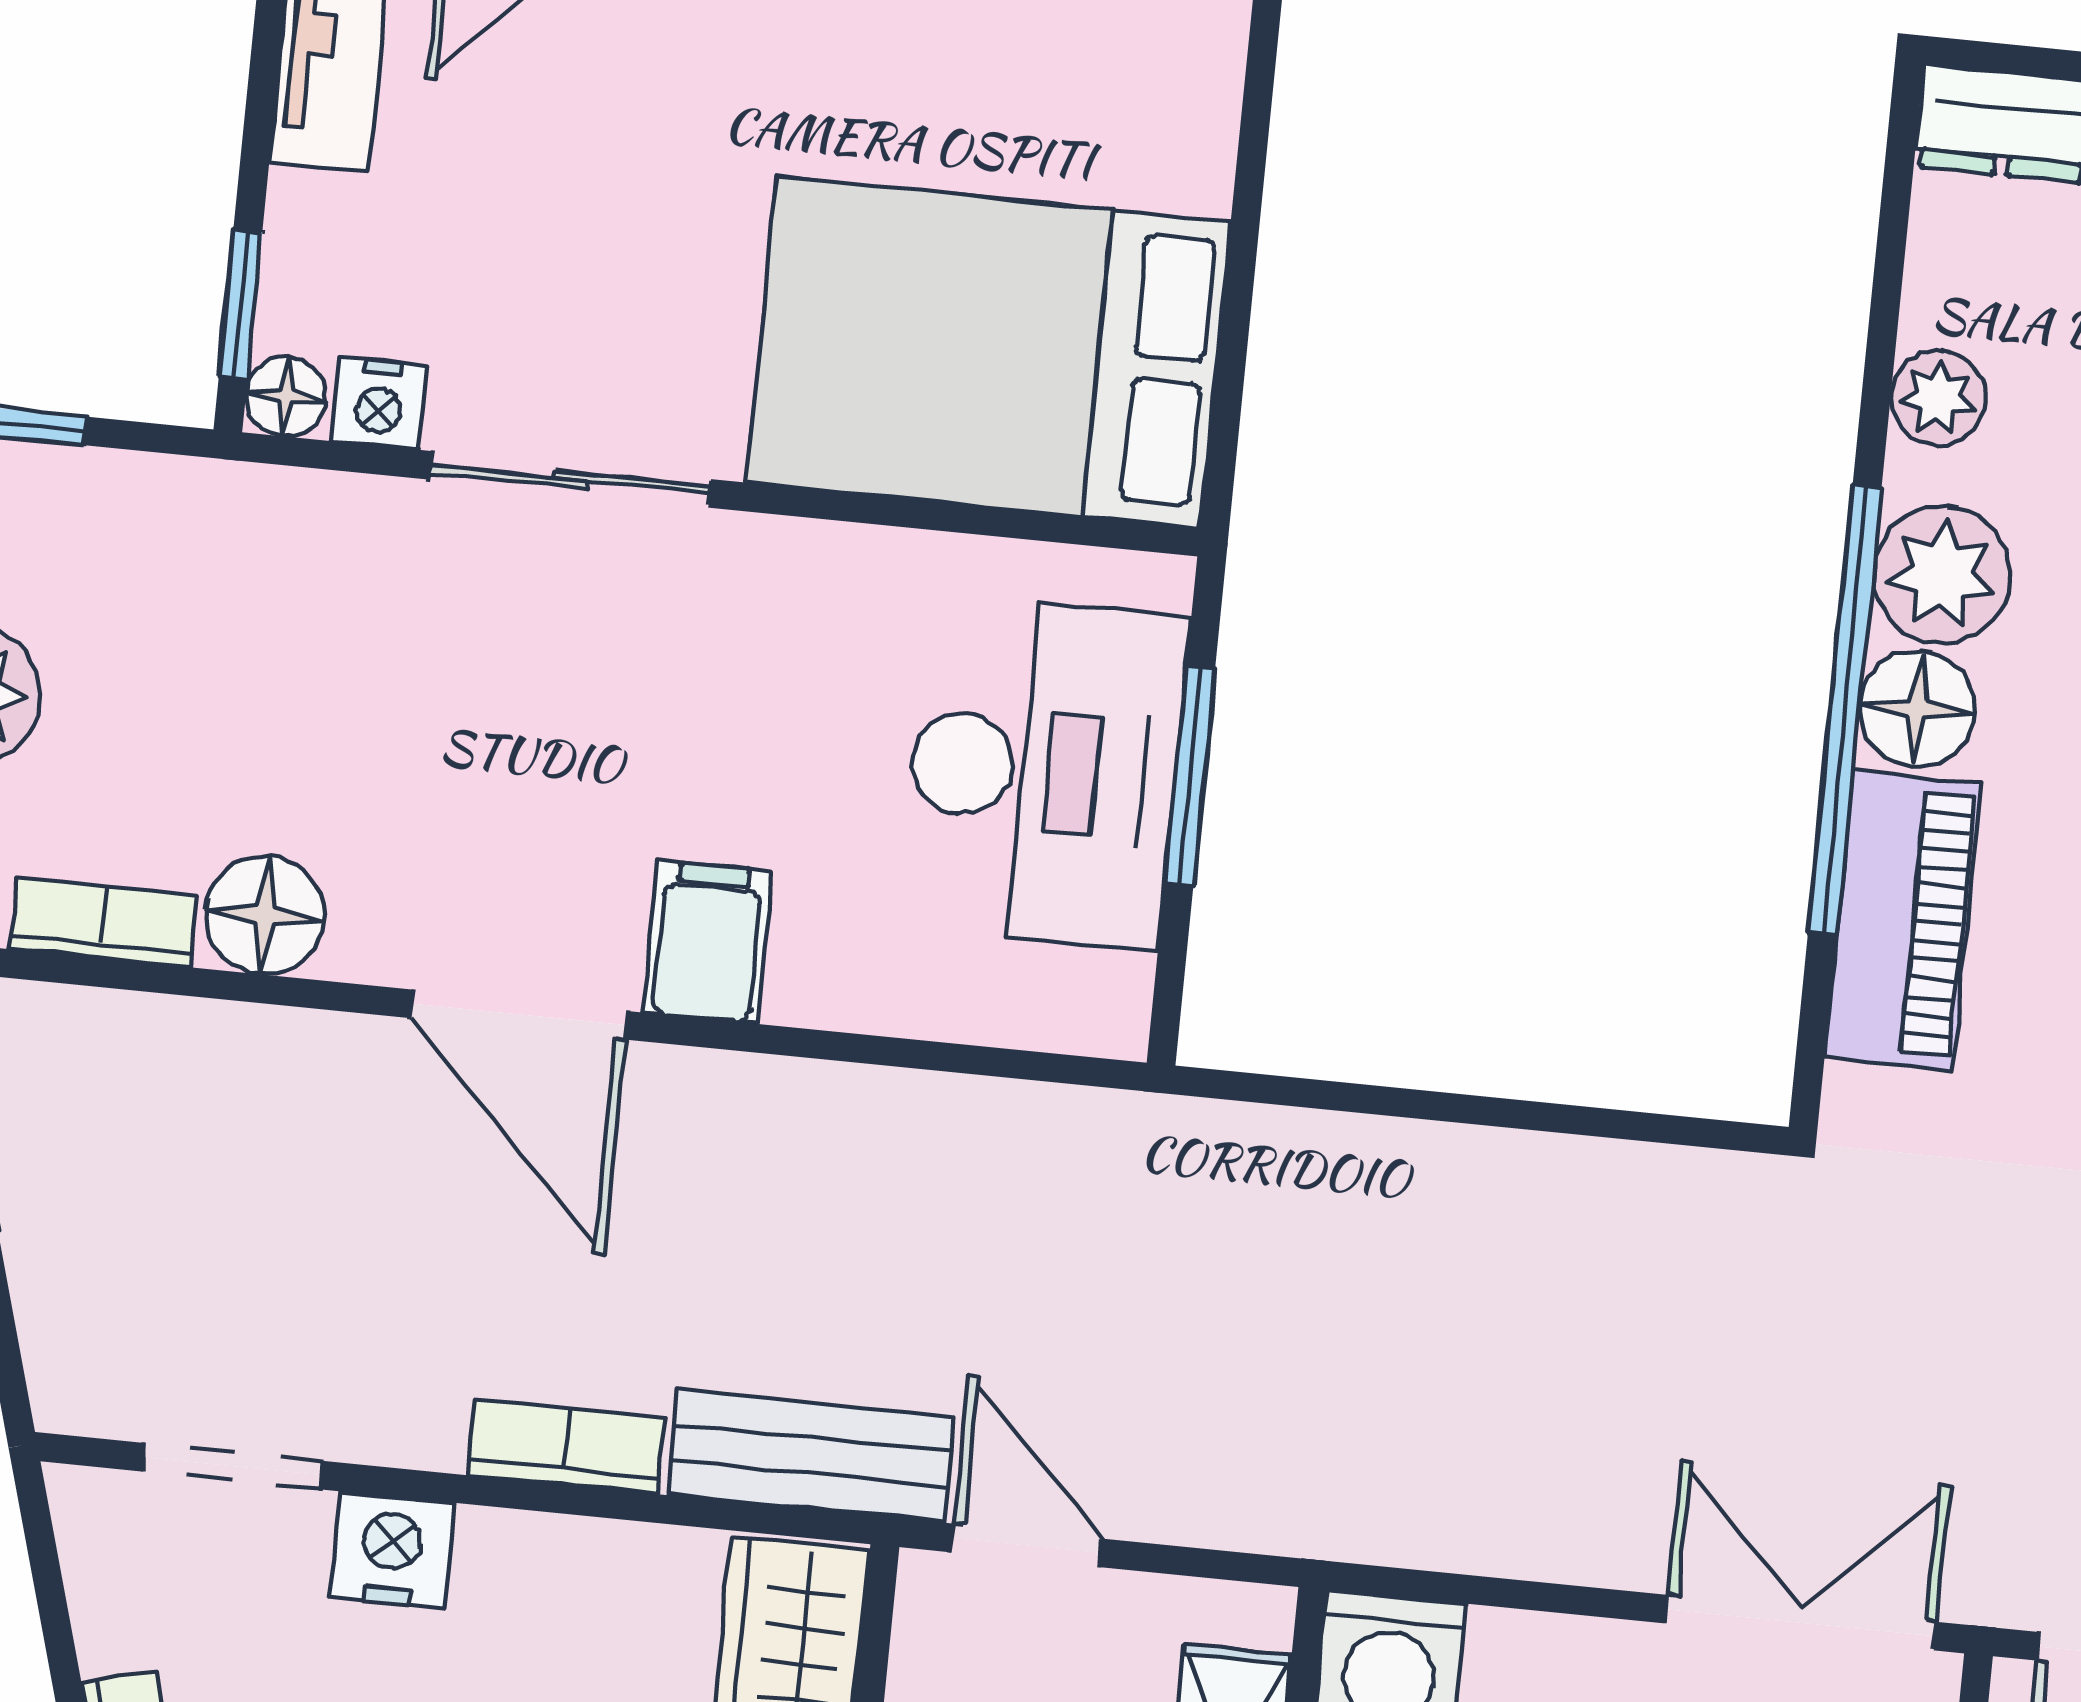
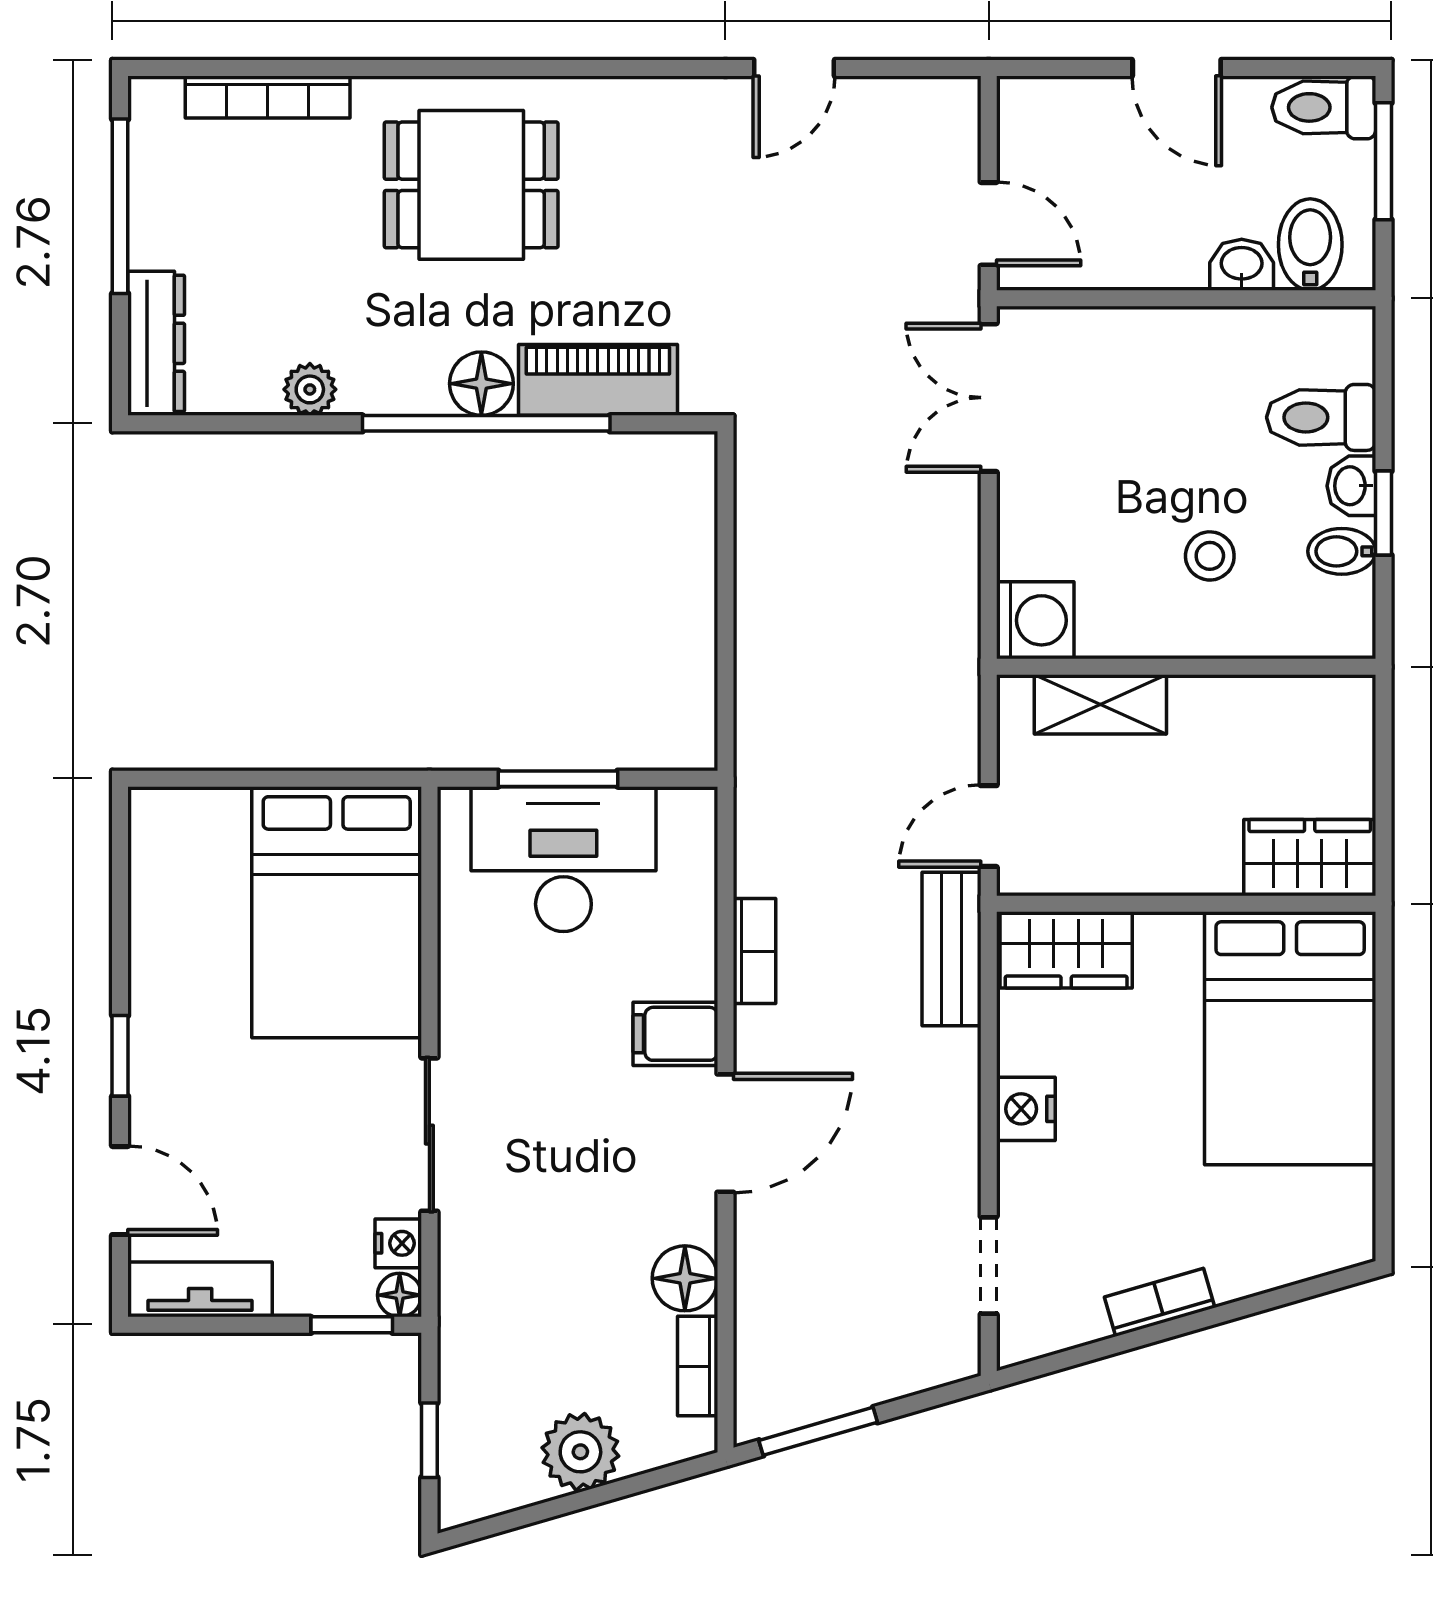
plant: (1942, 575) -> (407, 378), removed
bookcase: (566, 1447) -> (754, 951), moved, turned 180
nightstand: (392, 1550) -> (1026, 1109), moved

